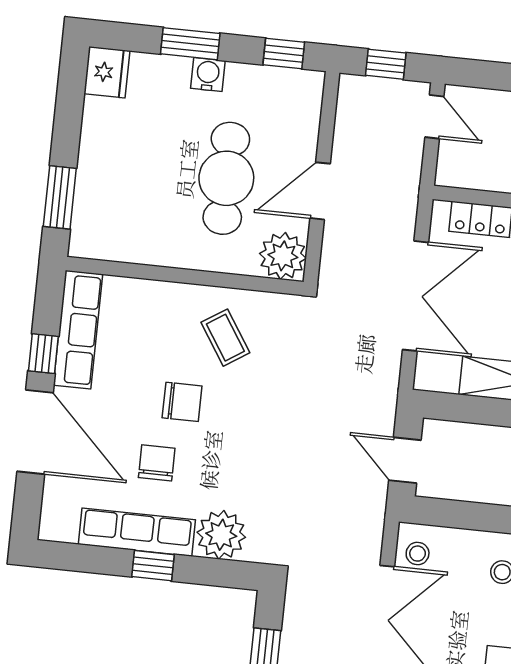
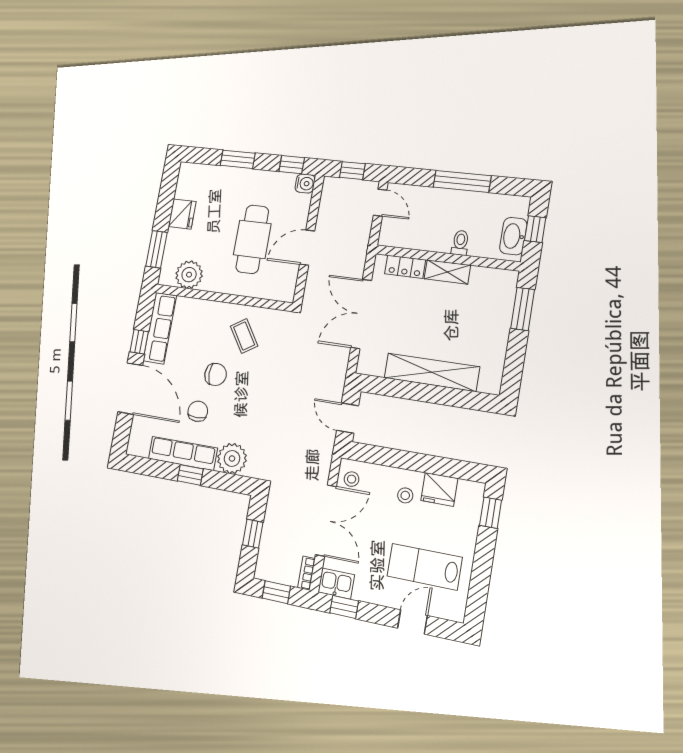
fridge: (107, 72) -> (182, 214), moved
water cooler: (208, 75) -> (305, 183), moved, turned 90
plant: (283, 256) -> (189, 275), moved
double door: (416, 296) -> (361, 314), swing flipped

